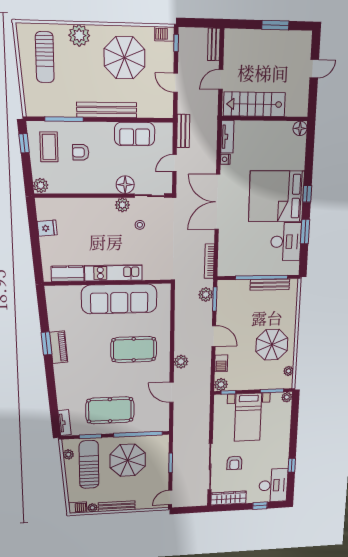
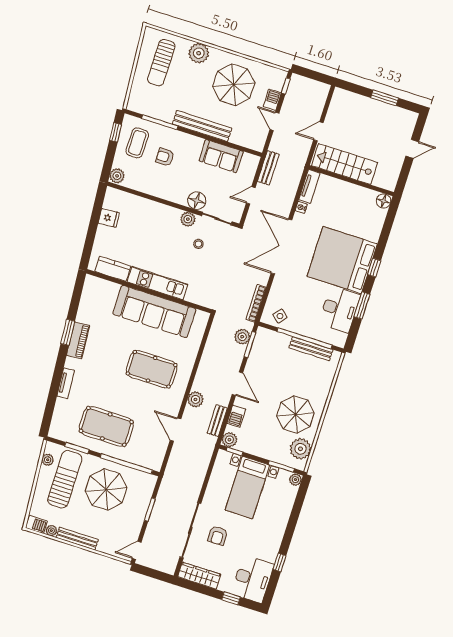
barbecue: (164, 34) -> (272, 100), moved, turned 90
bench: (214, 44) -> (217, 421), moved
side table: (234, 265) -> (280, 316), added
plant: (288, 371) -> (300, 449), width x1.88, depth x1.88
tv unit: (65, 423) -> (66, 383), moved

